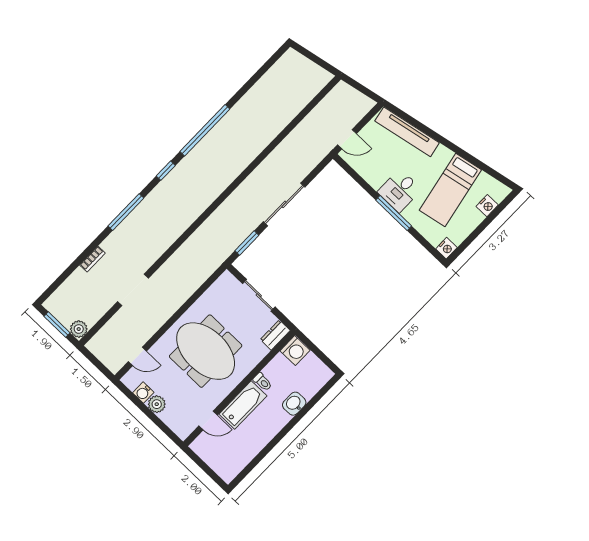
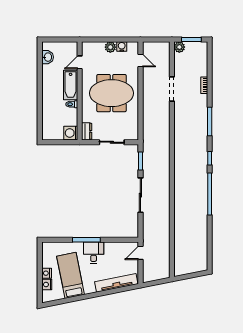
nightstand: (446, 248) -> (47, 273), moved
door: (137, 356) -> (140, 61), swing flipped
washbasin: (294, 404) -> (48, 57), moved

